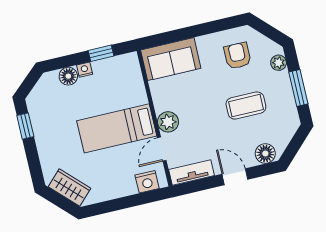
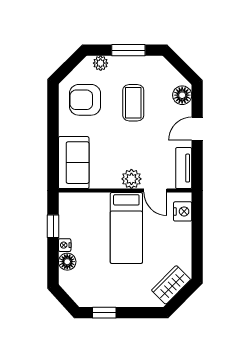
armchair: (237, 56) -> (85, 100), width x1.38, depth x1.38

